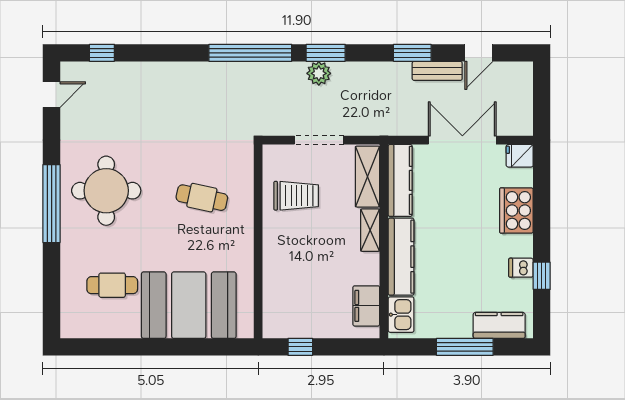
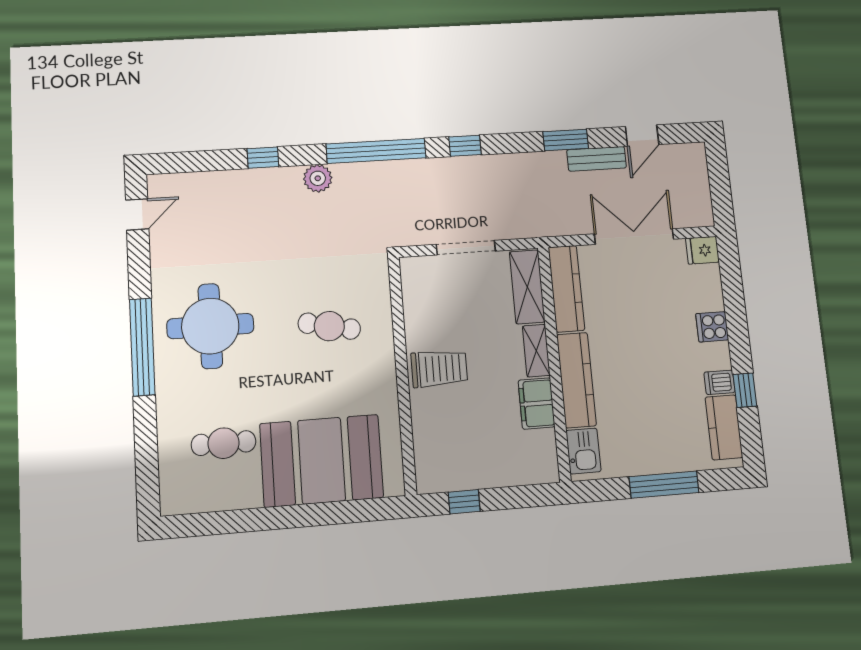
window: (102, 53) -> (263, 158), moved
window: (326, 53) -> (465, 146), width x0.67
plant: (319, 73) -> (318, 178), moved
trolley: (296, 196) -> (439, 369), moved
cooker: (516, 211) -> (712, 327), width x0.53, depth x0.76
filing cabinet: (366, 306) -> (537, 403), moved
kitchen counter: (499, 325) -> (724, 427), moved, turned -90

